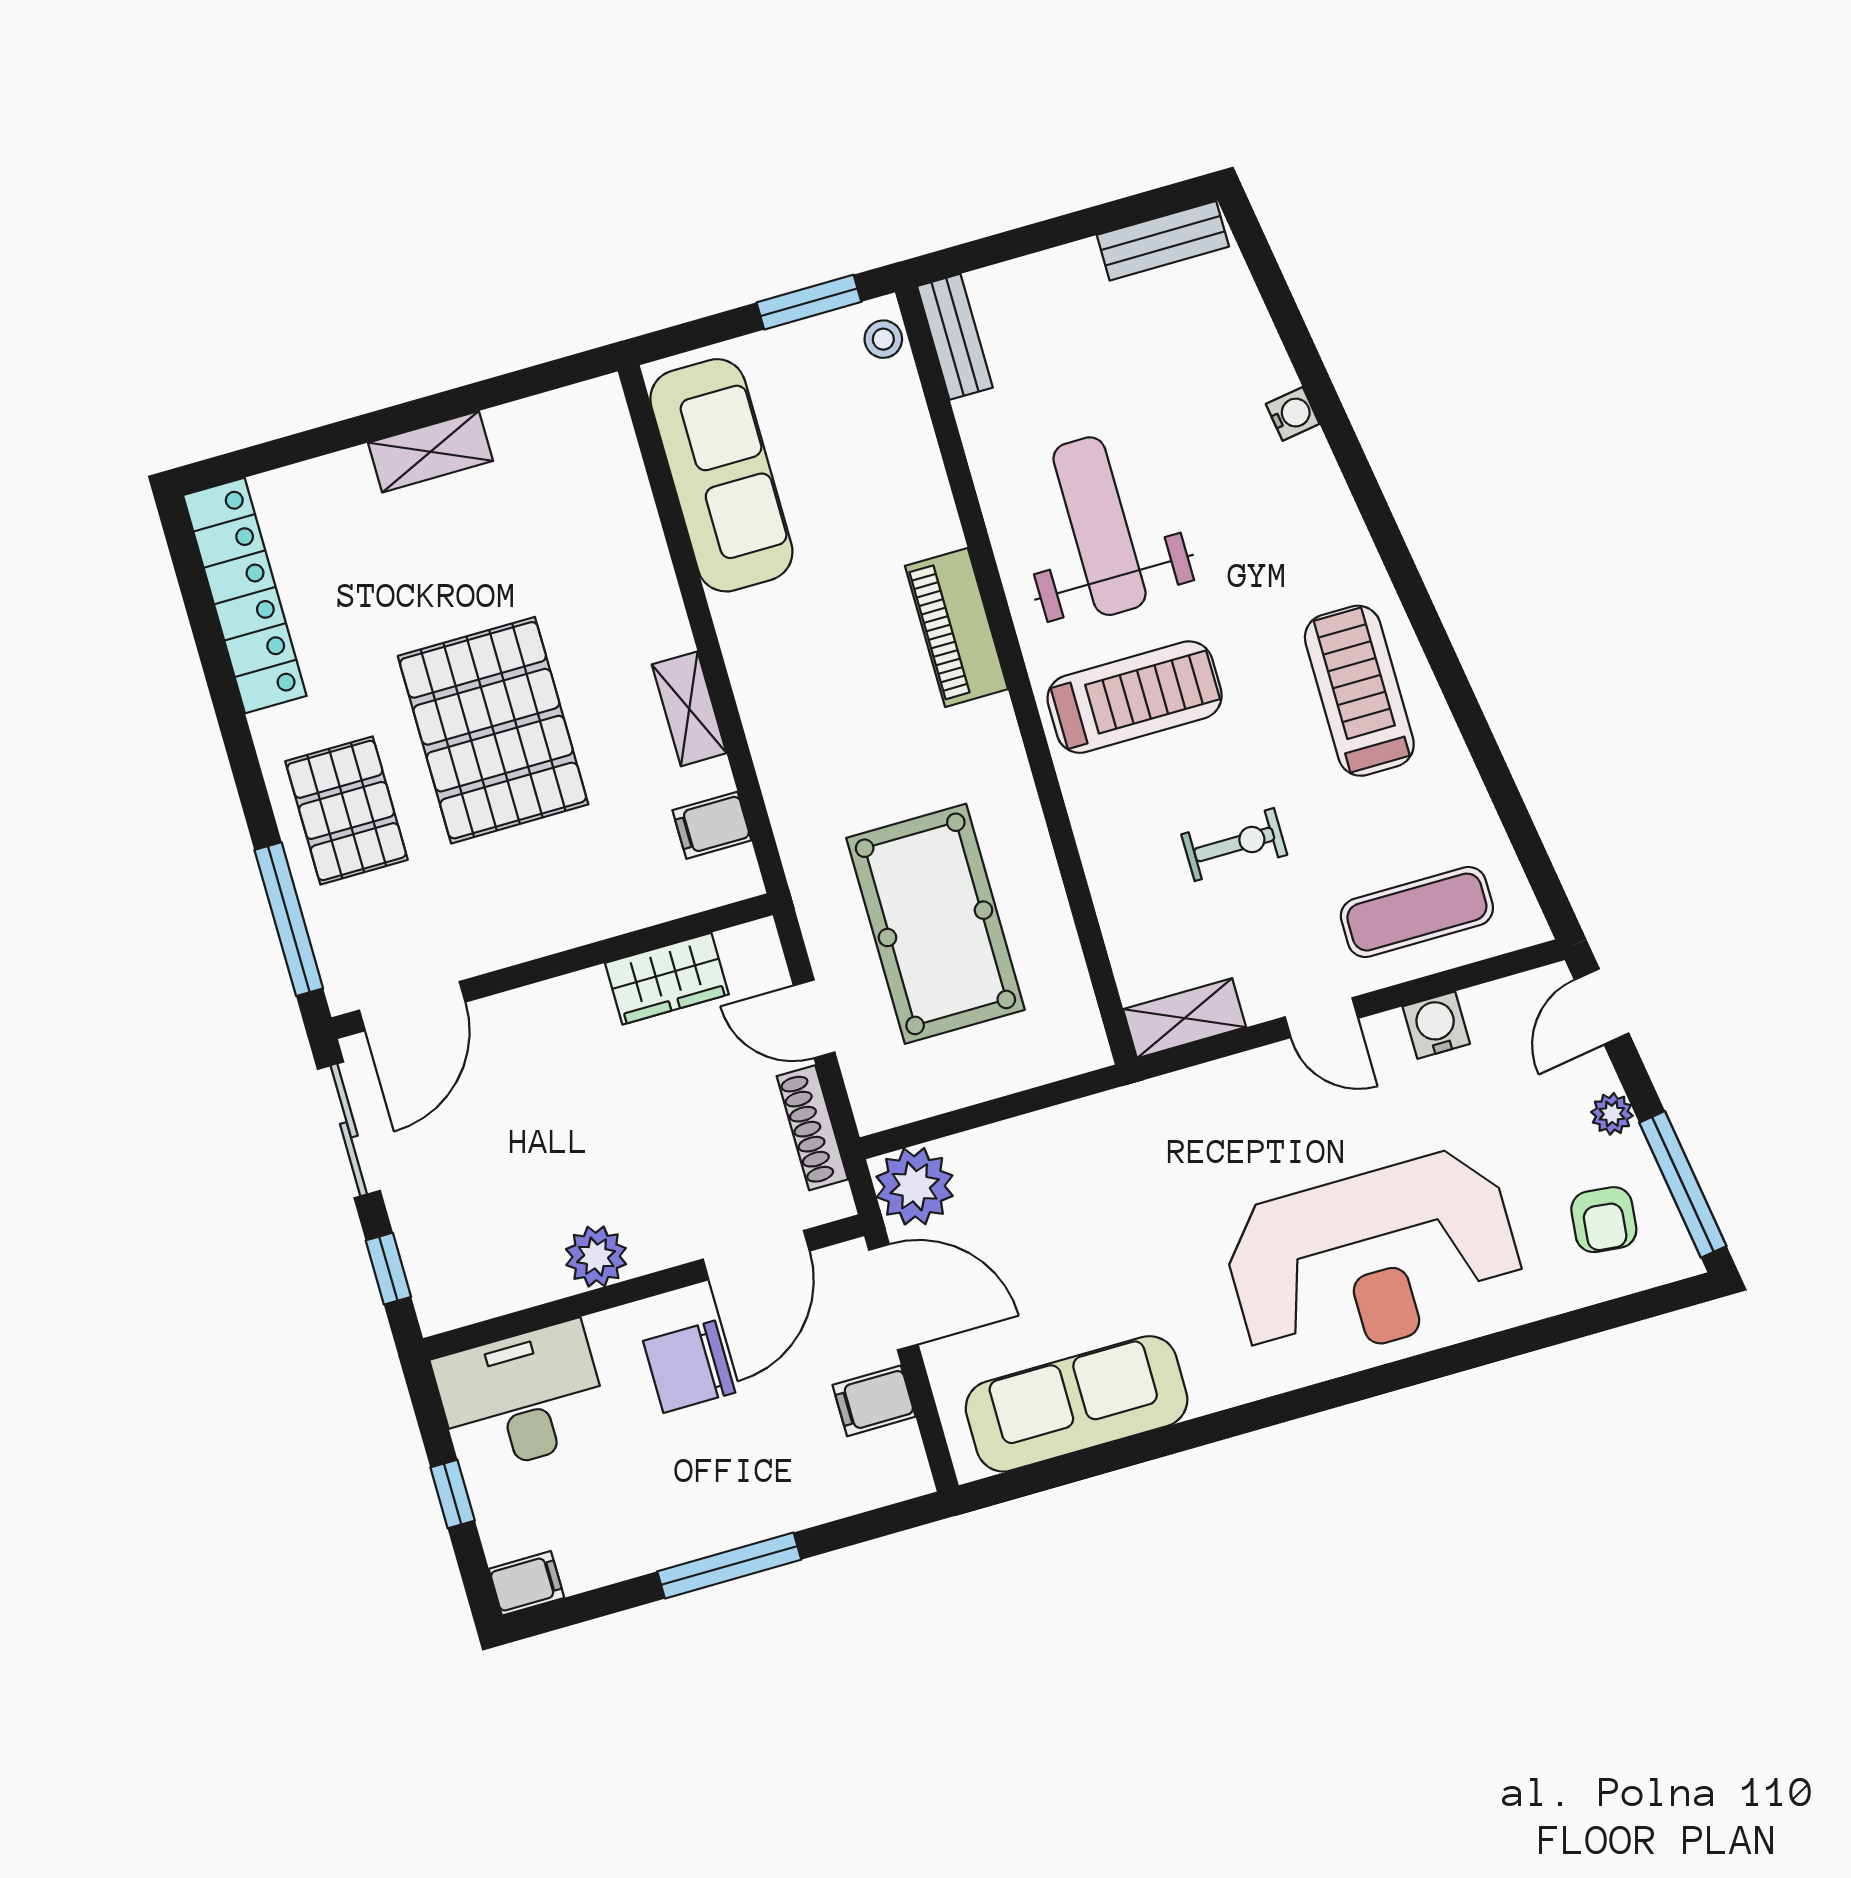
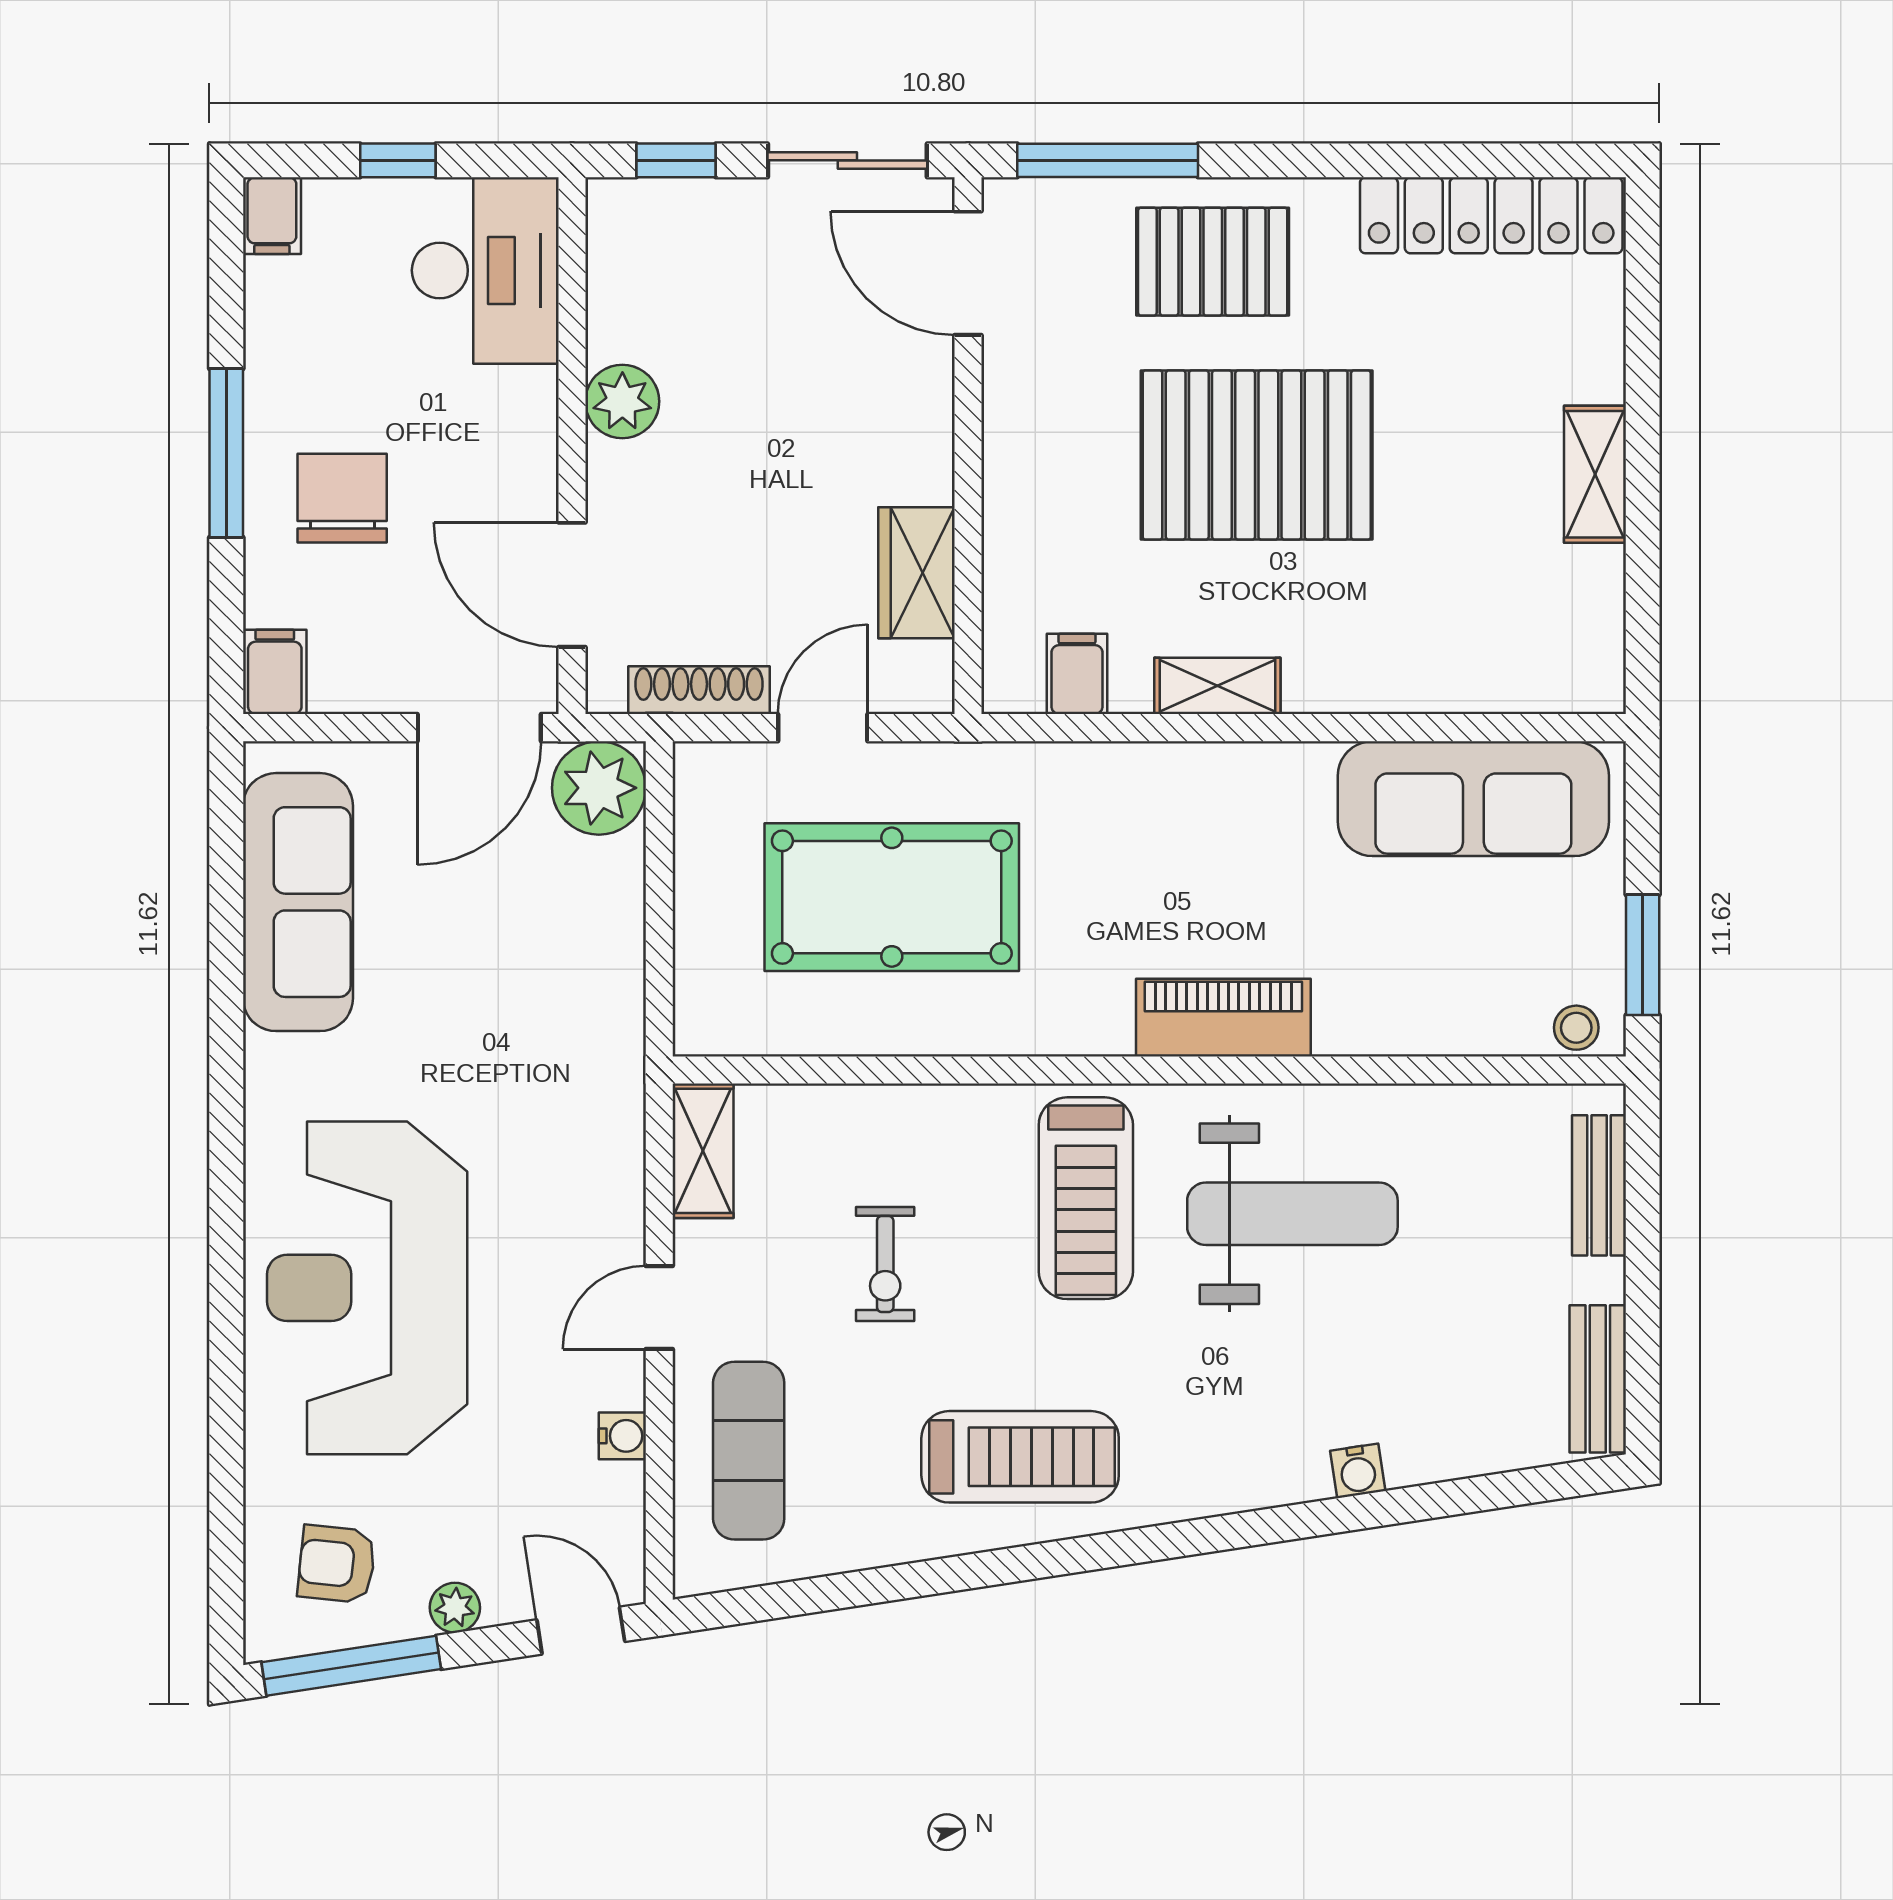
bench: (955, 337) -> (1599, 1185), moved, turned 90
water cooler: (1436, 1025) -> (622, 1436), width x0.72, depth x0.72
chair: (689, 1367) -> (342, 498), moved
filing cabinet: (874, 1401) -> (275, 672), moved

